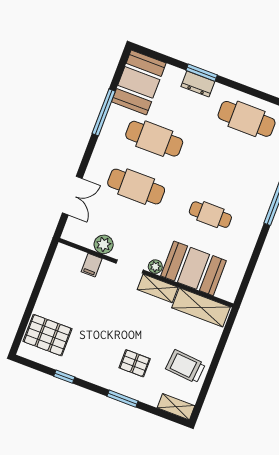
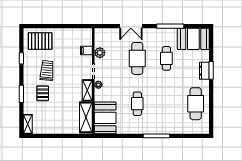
cafe table: (154, 139) -> (166, 58), width x0.73, depth x0.74
double door: (72, 196) -> (131, 26), moved
booth: (194, 268) -> (105, 118), moved
pallet: (47, 335) -> (40, 41), turned 90
trolley: (186, 366) -> (47, 71), moved

